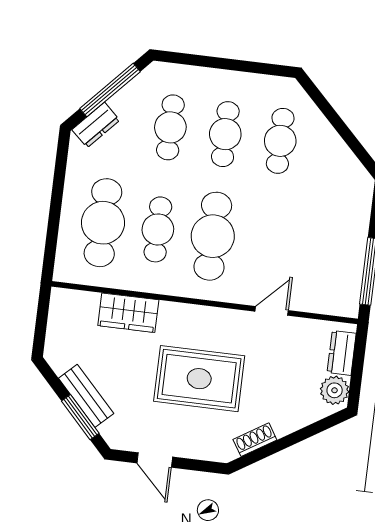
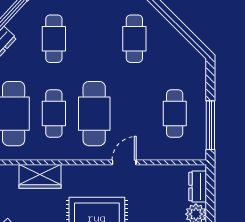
cafe table: (225, 134) -> (175, 114), moved
door: (272, 311) -> (124, 162), moved

